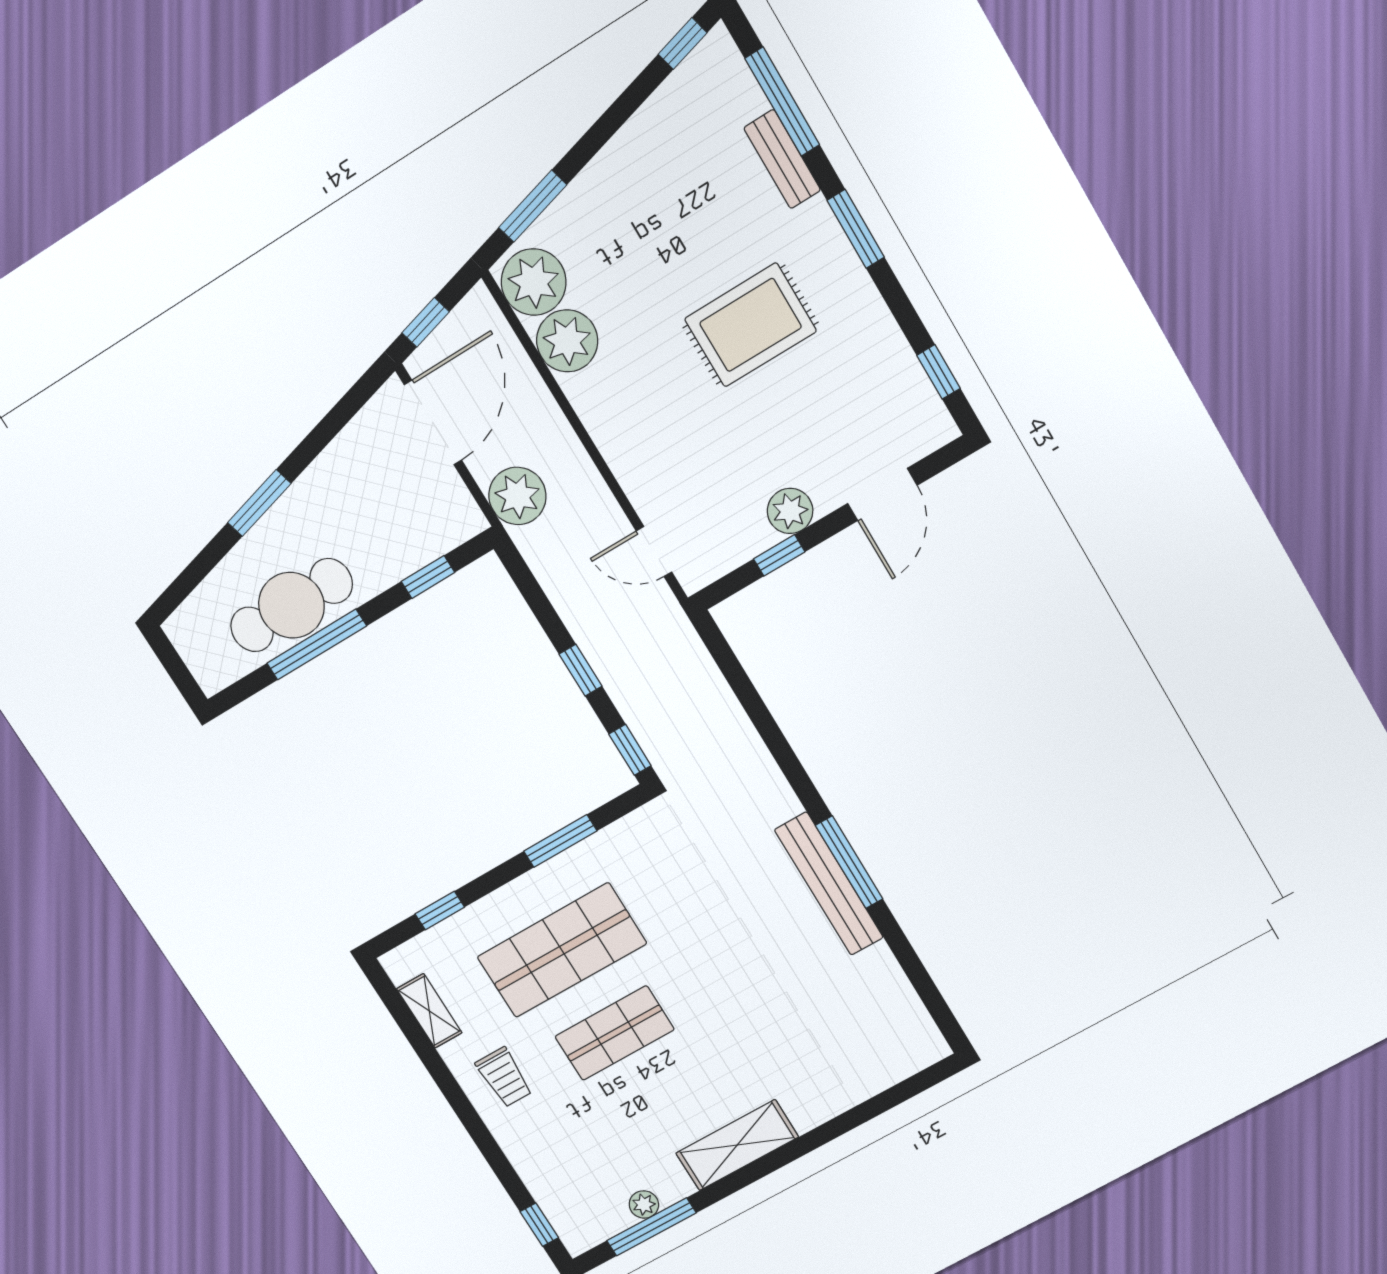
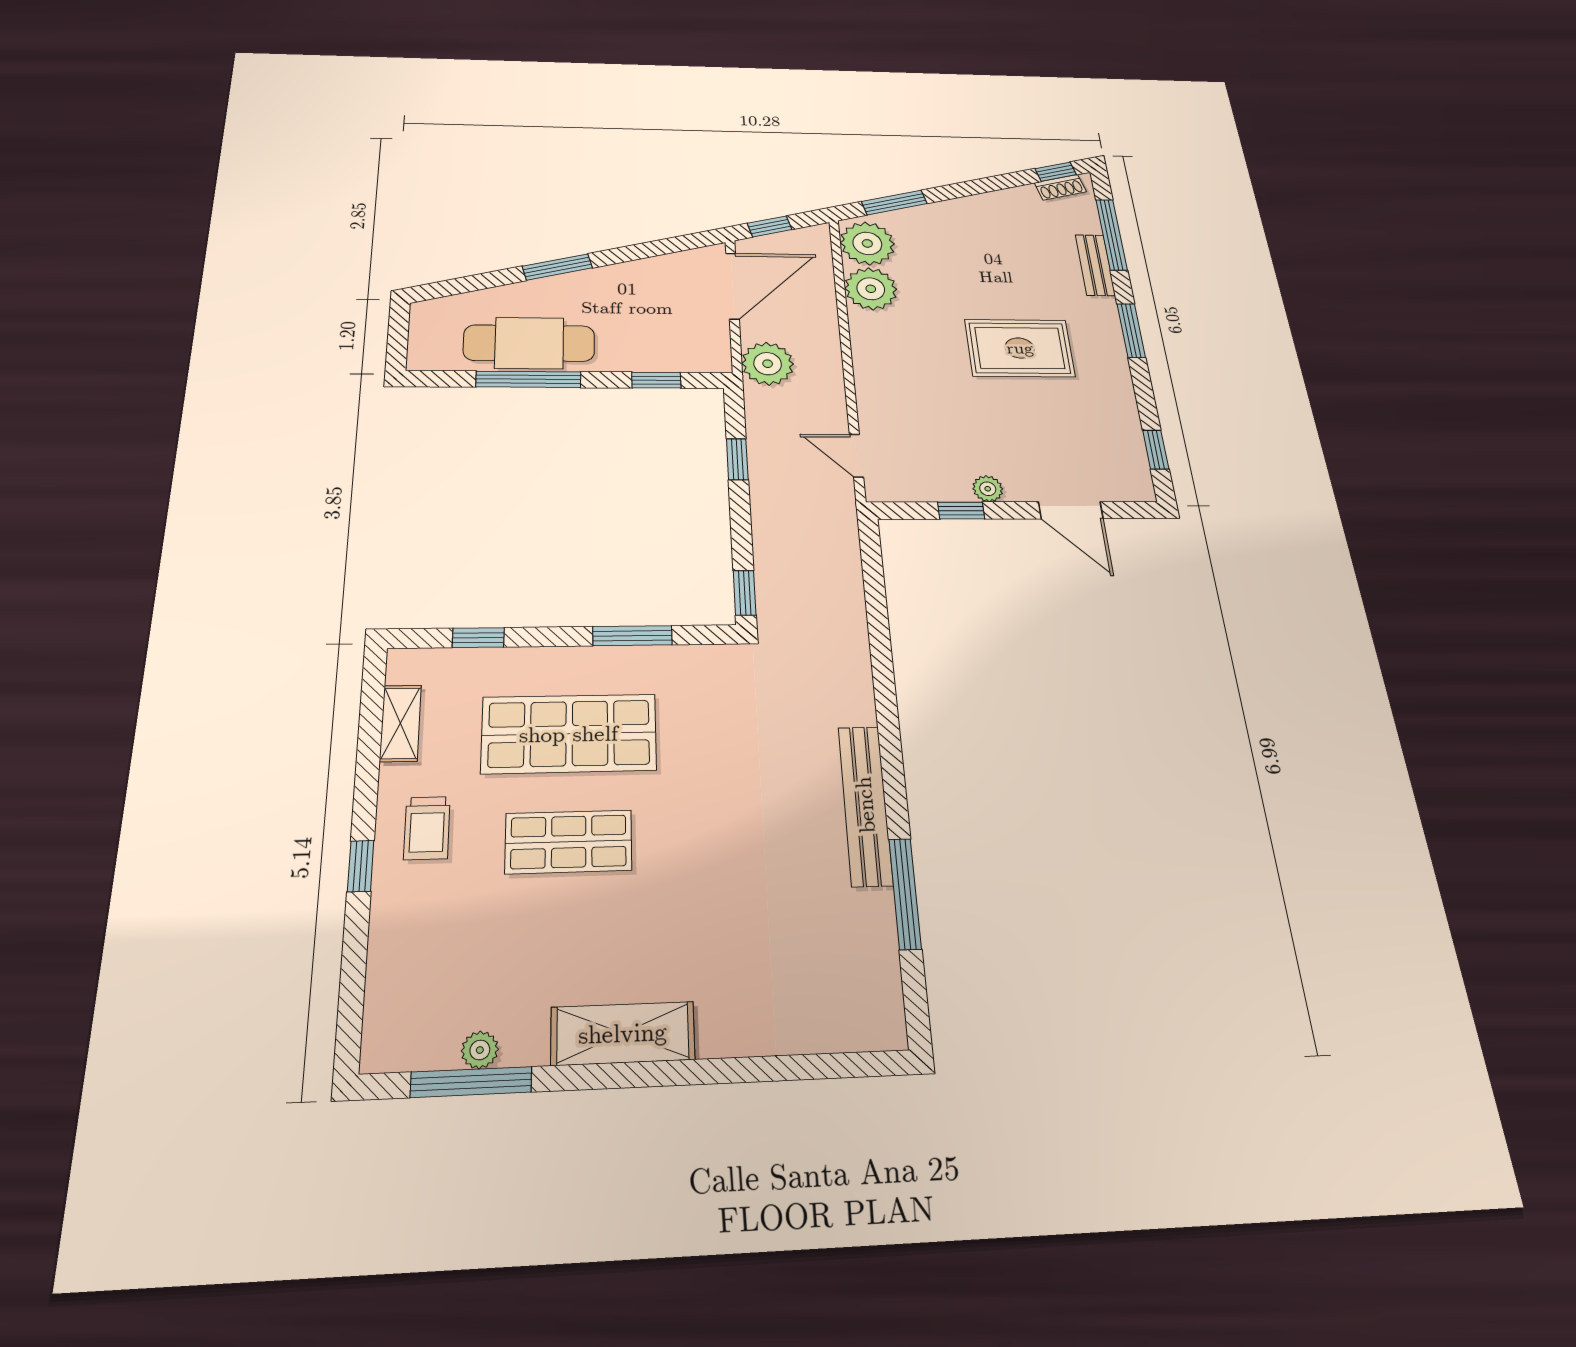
shoe rack: (698, 65) -> (1060, 187), added
door: (882, 494) -> (1071, 510), hinge flipped
plant: (790, 511) -> (988, 489), width x0.73, depth x0.73
window: (581, 670) -> (737, 459), moved
window: (849, 862) -> (905, 893), moved
window: (539, 1225) -> (361, 866), moved

